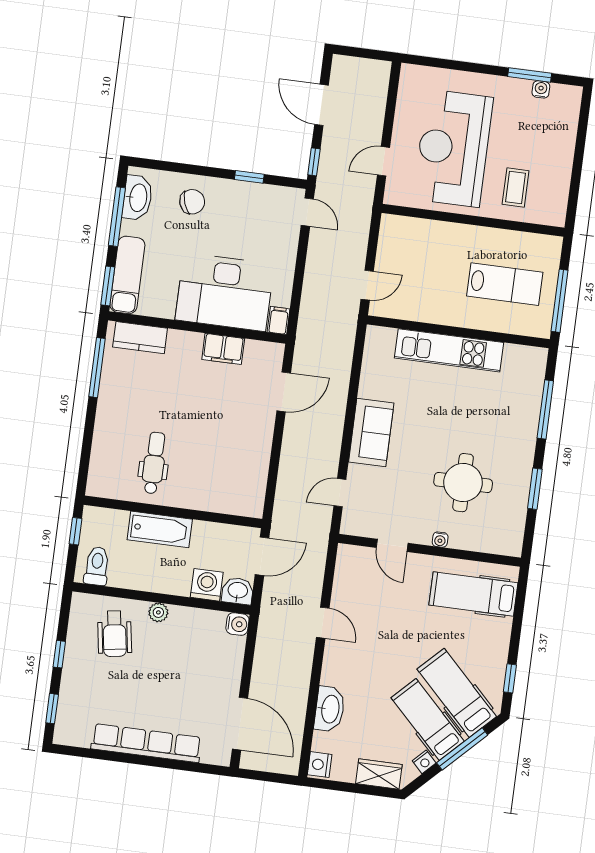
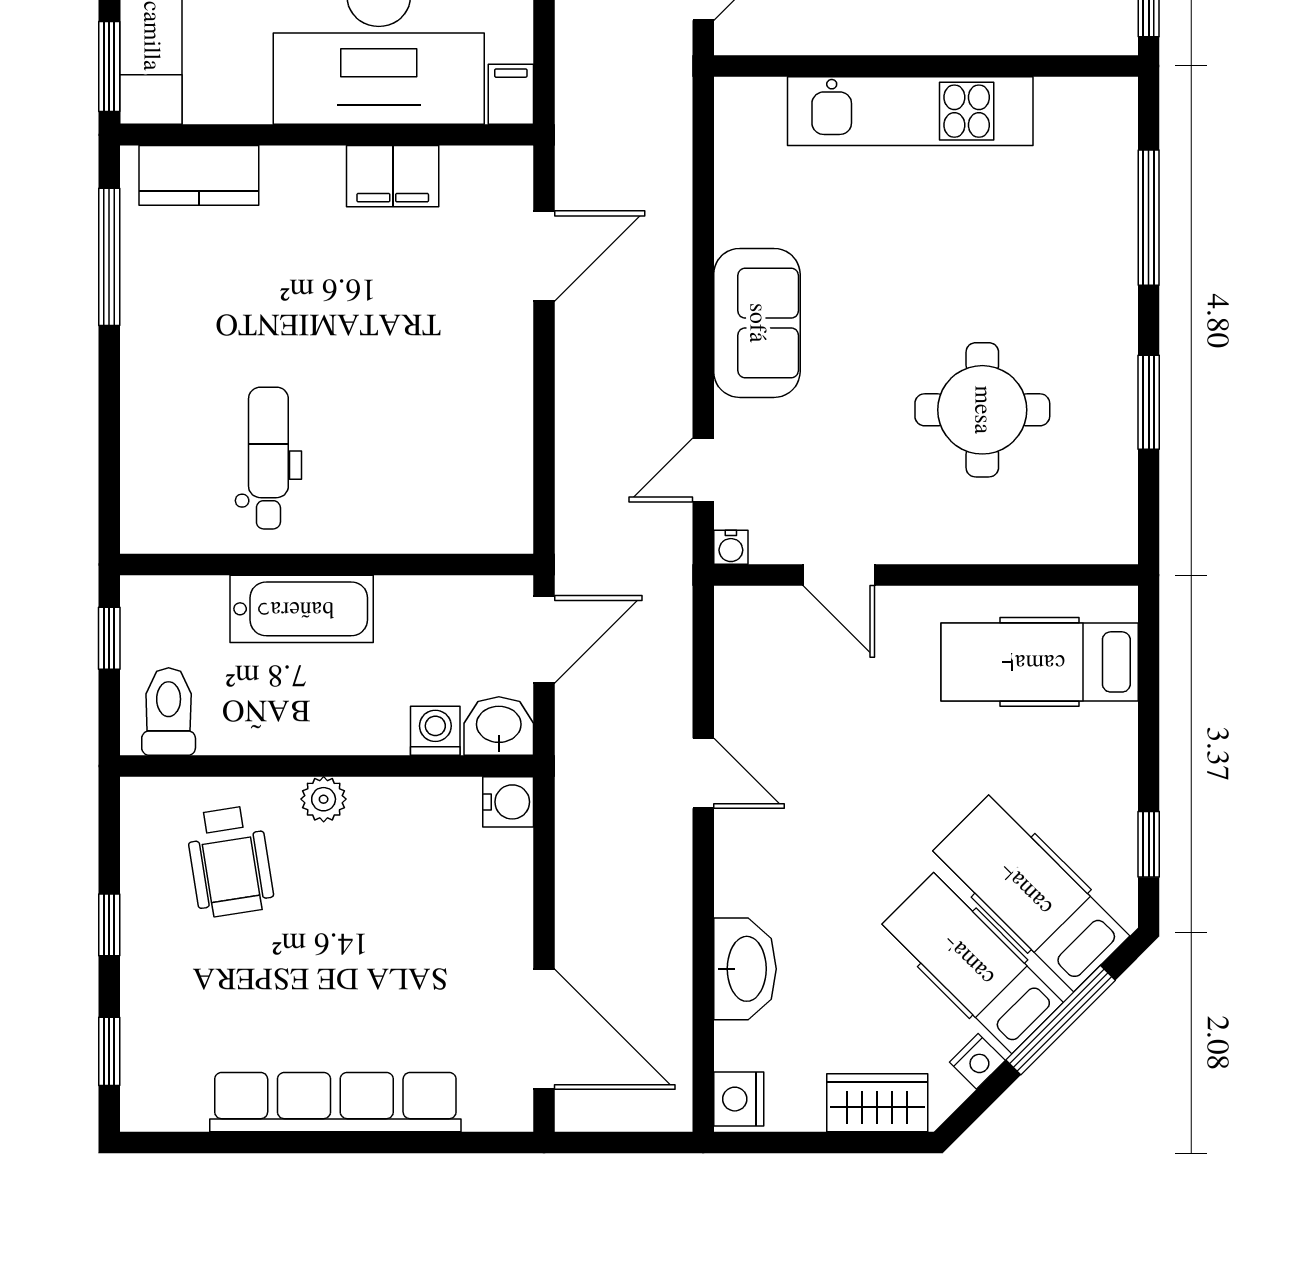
water cooler: (440, 540) -> (731, 547), moved
washing machine: (207, 585) -> (435, 731), width x0.73, depth x0.73

